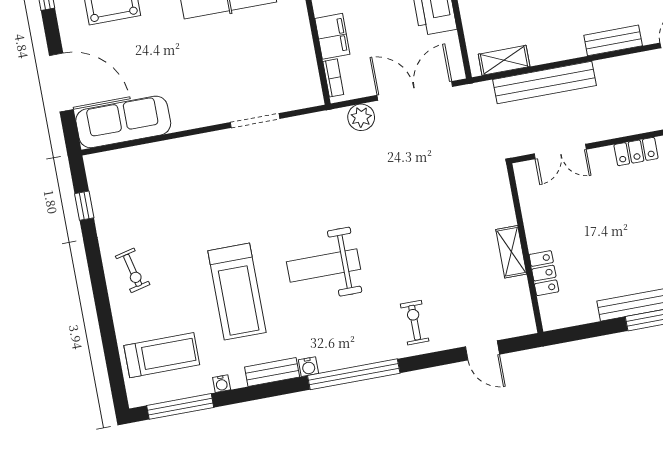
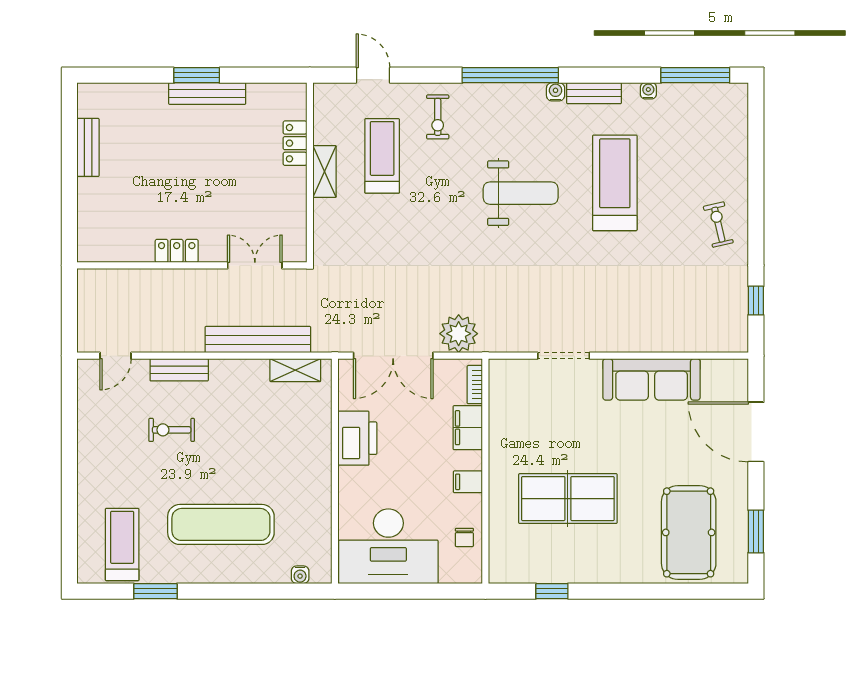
plant: (361, 117) -> (459, 334), width x1.36, depth x1.36
sofa: (123, 122) -> (652, 379), moved
treadmill: (162, 355) -> (382, 156), moved, turned 90

